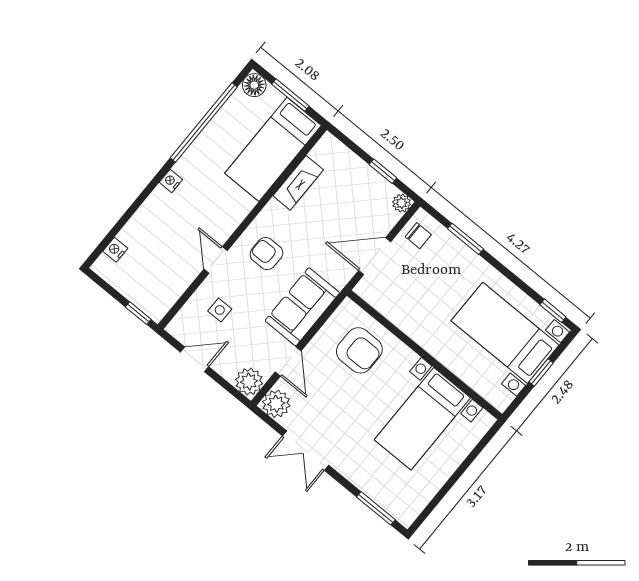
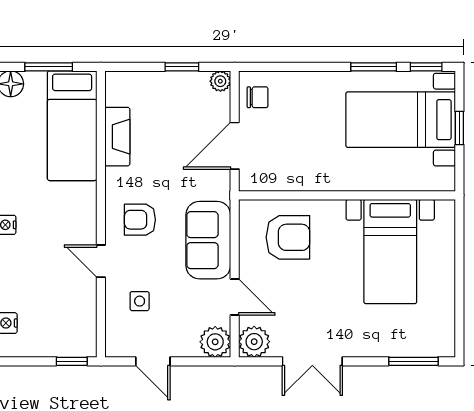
window: (465, 239) -> (374, 67), moved
door: (195, 359) -> (153, 361), swing flipped

